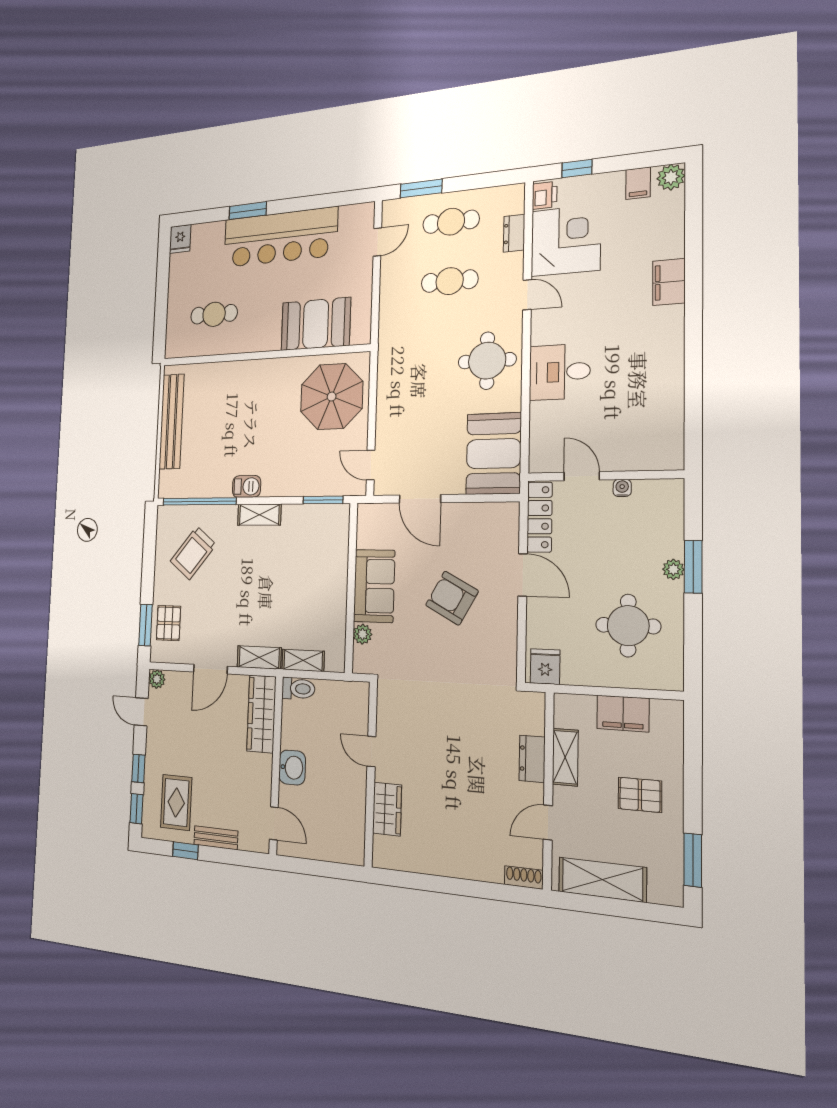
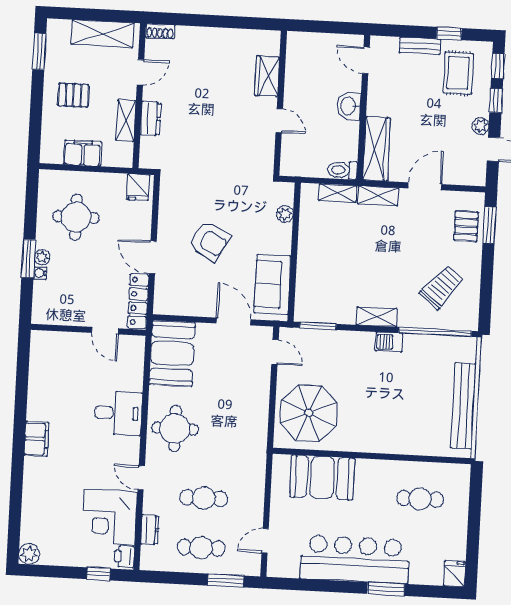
filing cabinet: (638, 183) -> (53, 554), removed
filing cabinet: (669, 282) -> (36, 439), moved
water cooler: (622, 488) -> (40, 273), moved, turned 90
sofa: (374, 586) -> (272, 284), moved
plant: (157, 679) -> (480, 126), moved

